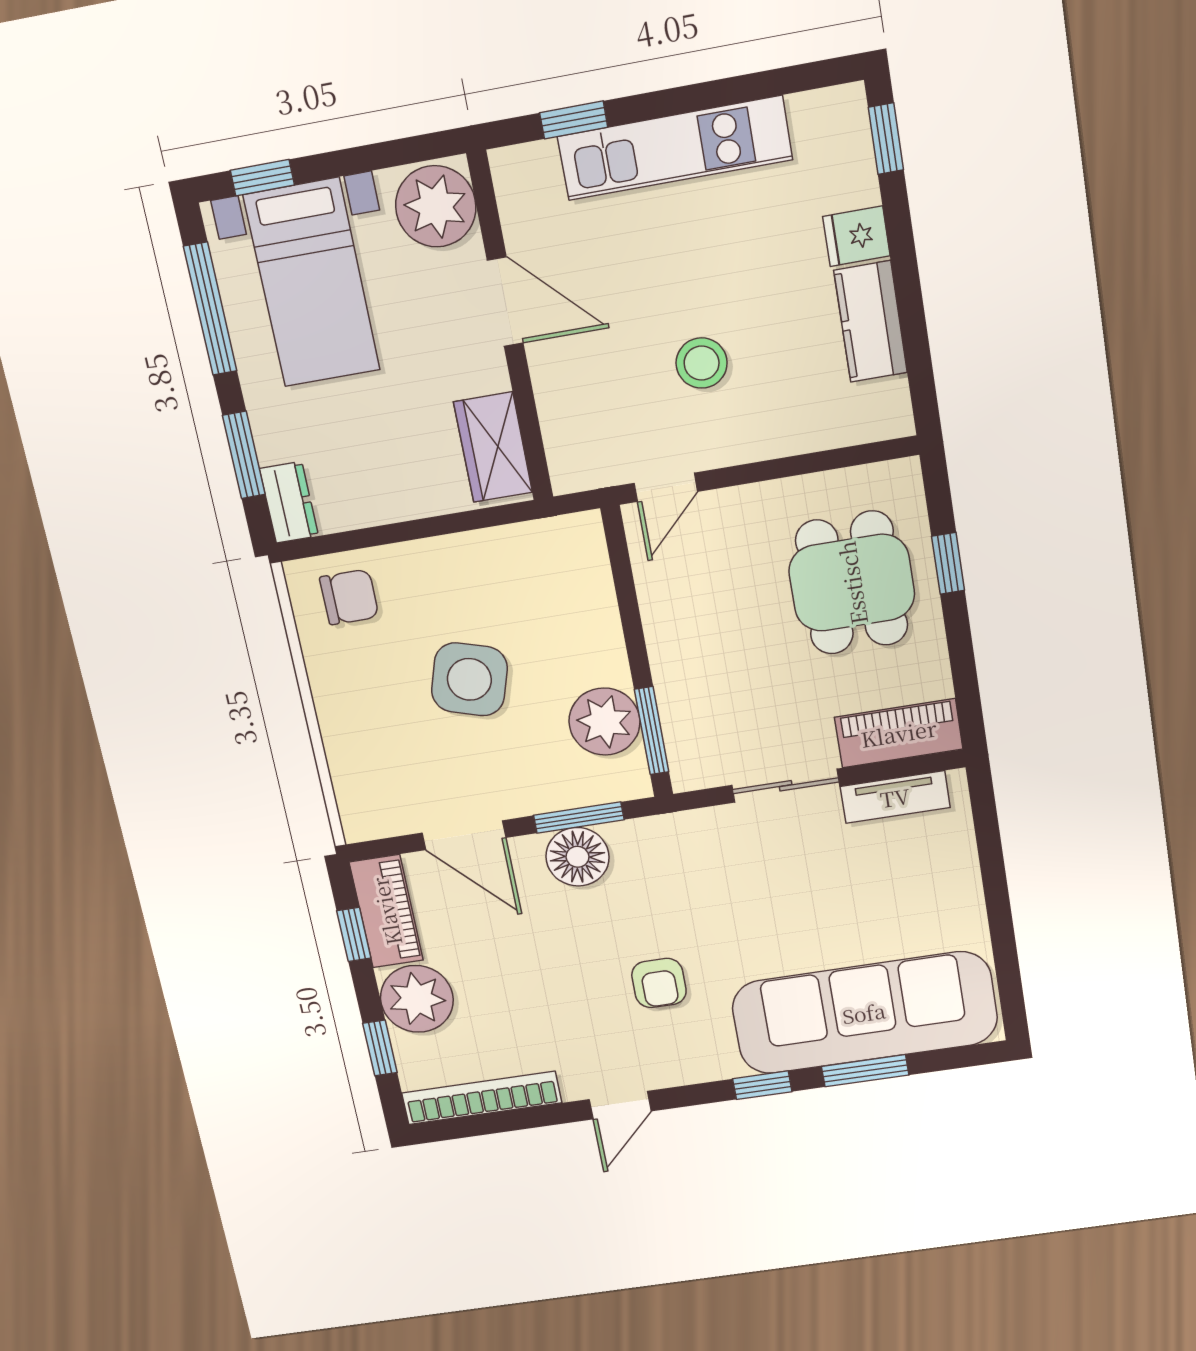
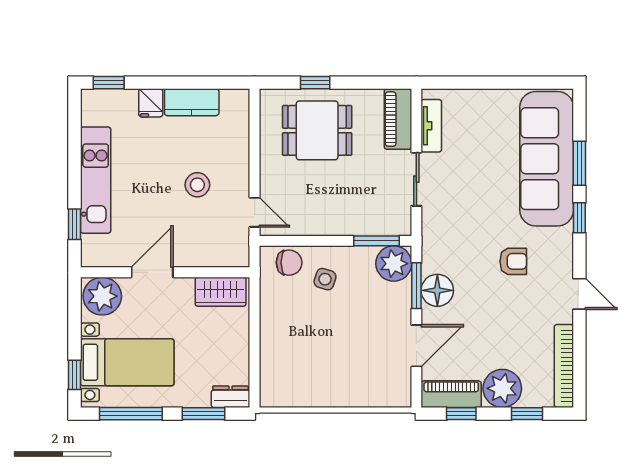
chair: (349, 597) -> (289, 263), moved, turned 90
side table: (469, 679) -> (325, 279), moved, width x0.54, depth x0.54
plant: (604, 722) -> (394, 264), moved

